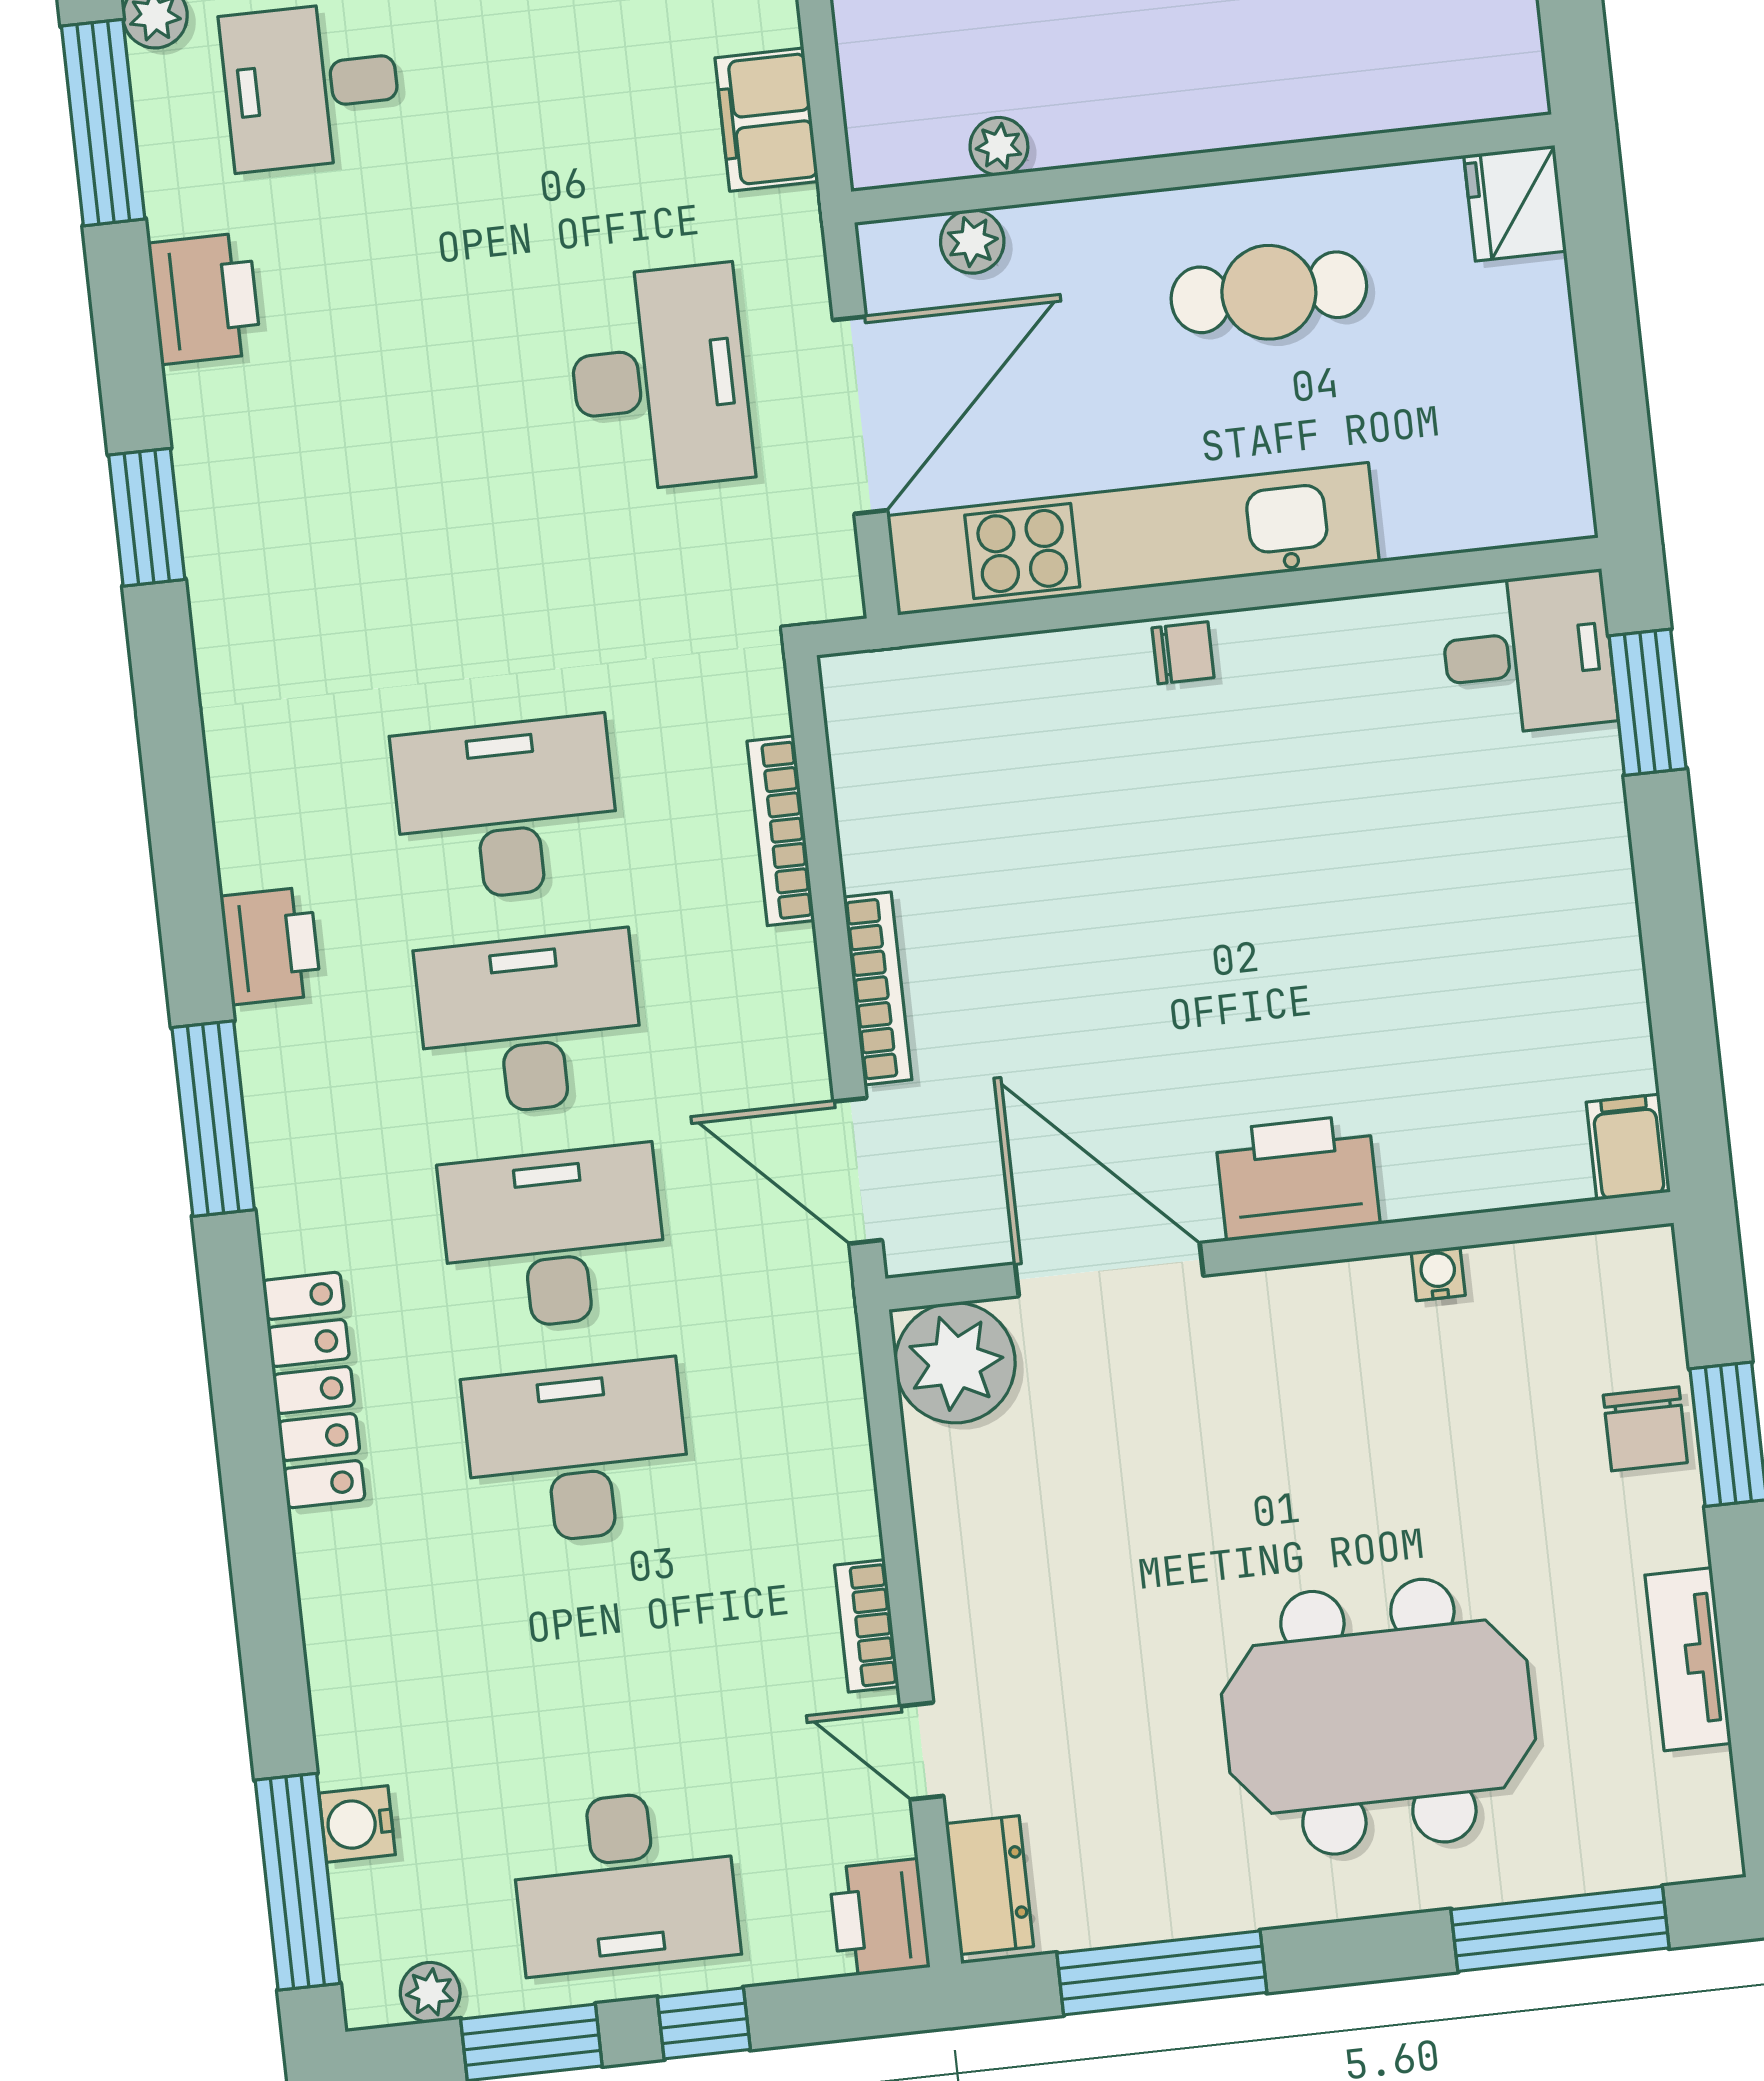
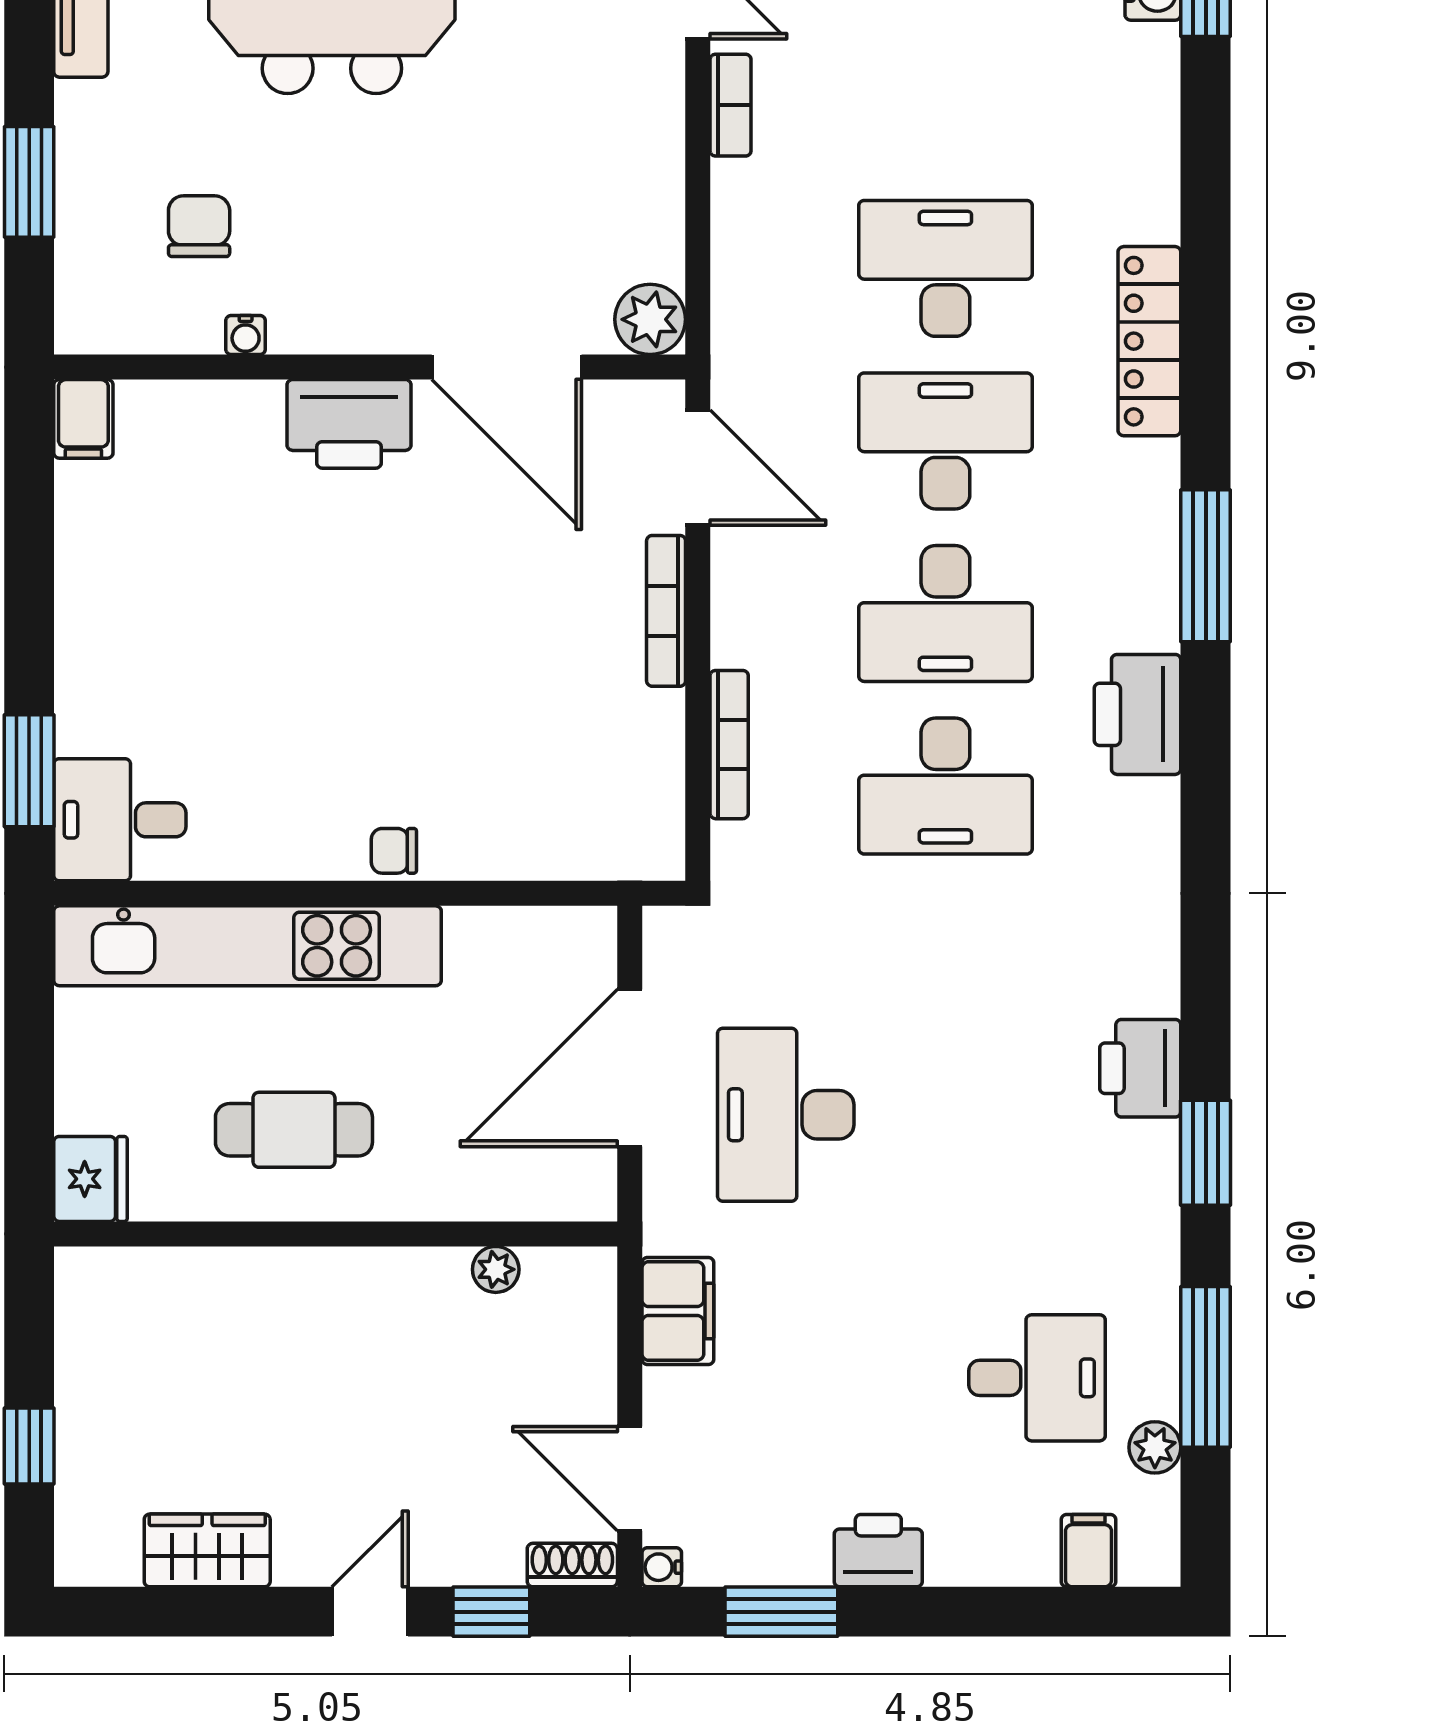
plant: (972, 241) -> (525, 1196), removed
printer: (205, 298) -> (1140, 1068), moved
window: (147, 517) -> (1206, 1153), moved
kitchen unit: (1133, 539) -> (247, 946), moved
printer: (271, 946) -> (1138, 714), width x1.37, depth x1.19
desk: (554, 1238) -> (945, 441), turned 180
plant: (955, 1363) -> (650, 319), width x0.73, depth x0.73
chair: (1645, 1429) -> (199, 226), moved
desk: (577, 1452) -> (945, 268), turned 180

